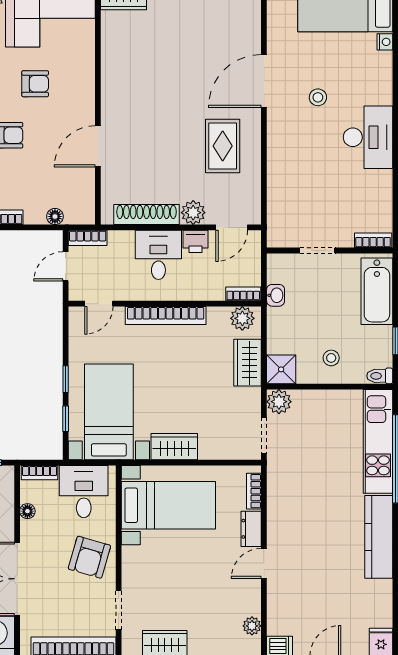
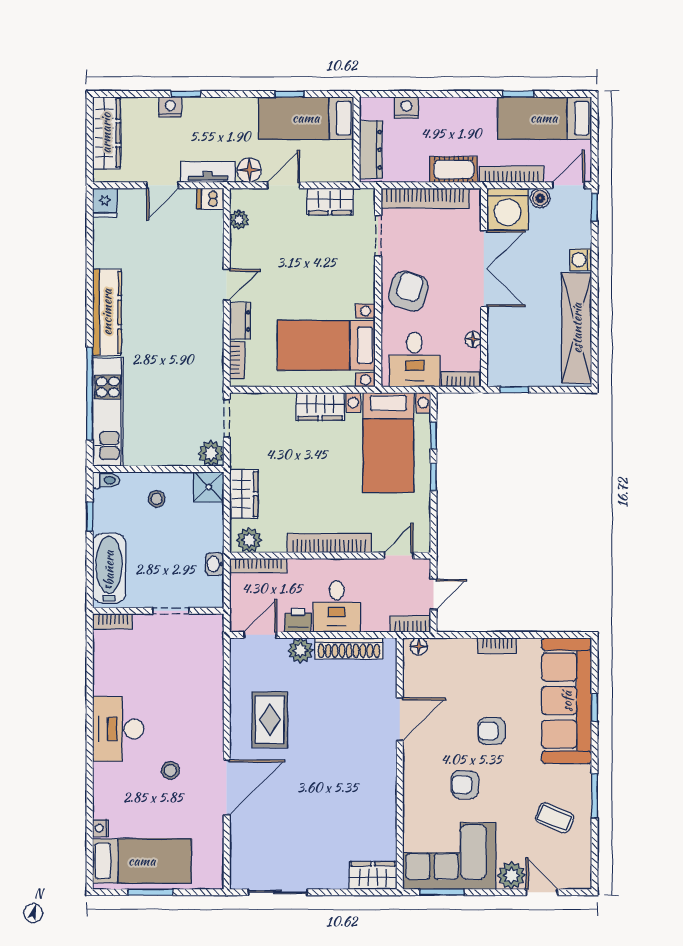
floor lamp: (55, 216) -> (419, 646), moved
bookcase: (243, 294) -> (258, 566), width x1.56

